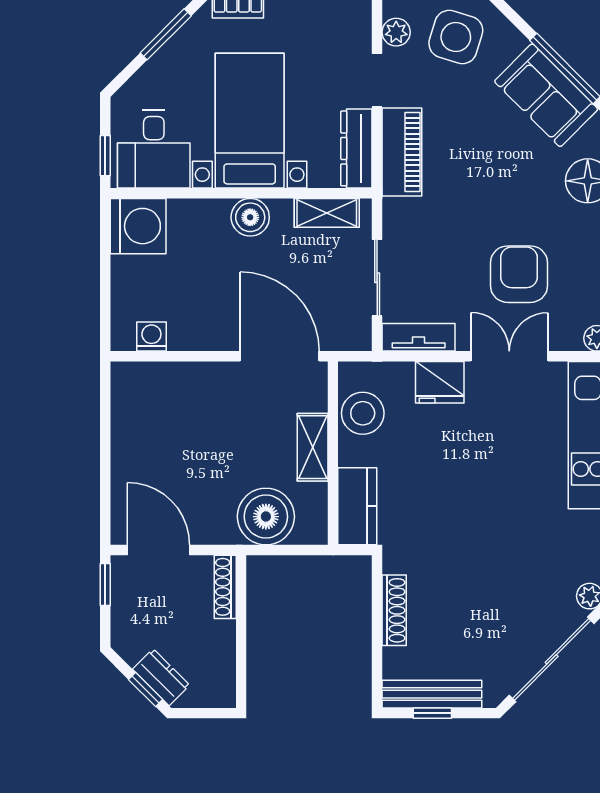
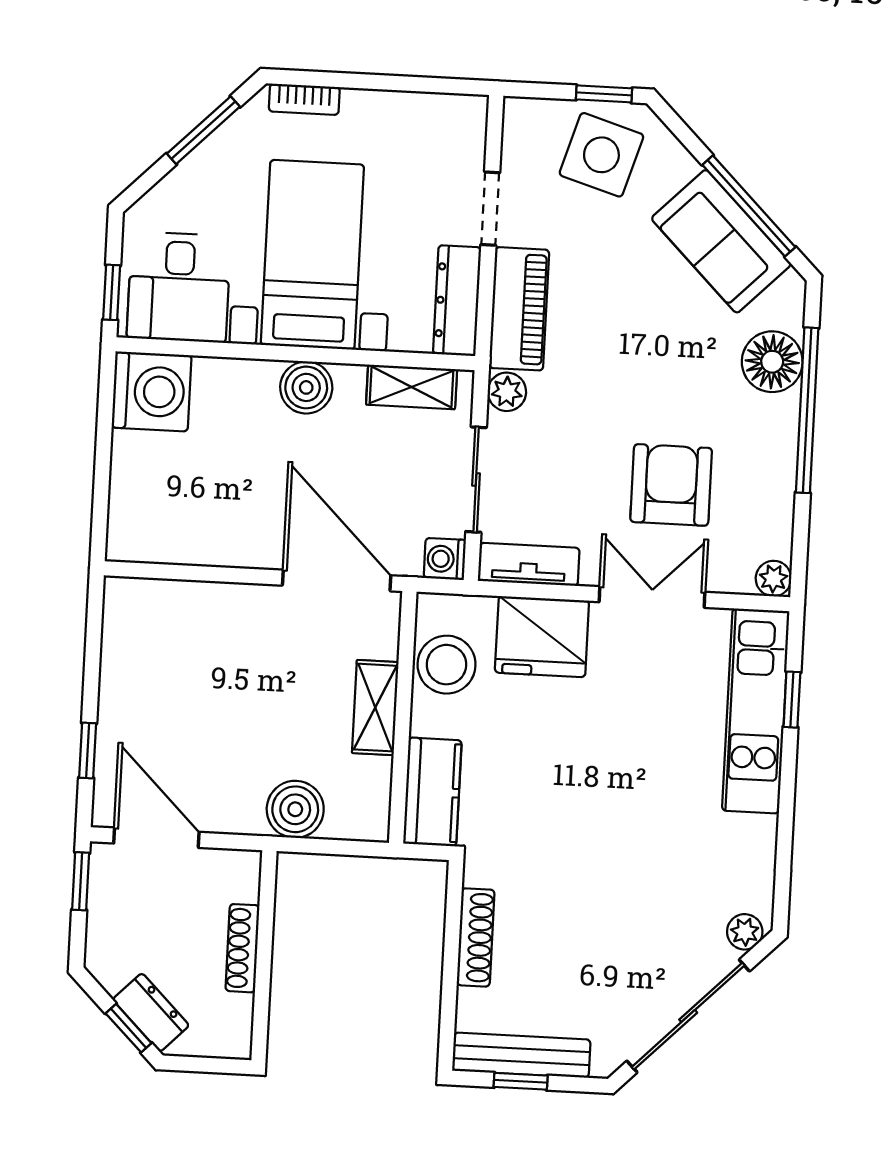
plant: (396, 32) -> (507, 392), moved
washing machine: (151, 337) -> (445, 559), moved, turned -90
fridge: (440, 382) -> (542, 637), width x1.36, depth x1.34
window: (105, 489) -> (88, 751), added
boiler: (266, 517) -> (295, 809), width x0.73, depth x0.73
shoe rack: (225, 587) -> (242, 948), moved

